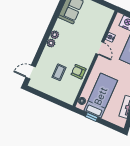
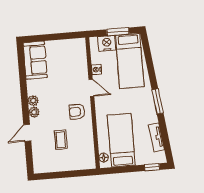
door: (31, 72) -> (27, 133), moved
armchair: (79, 72) -> (77, 112), moved
window: (92, 117) -> (152, 167), moved

